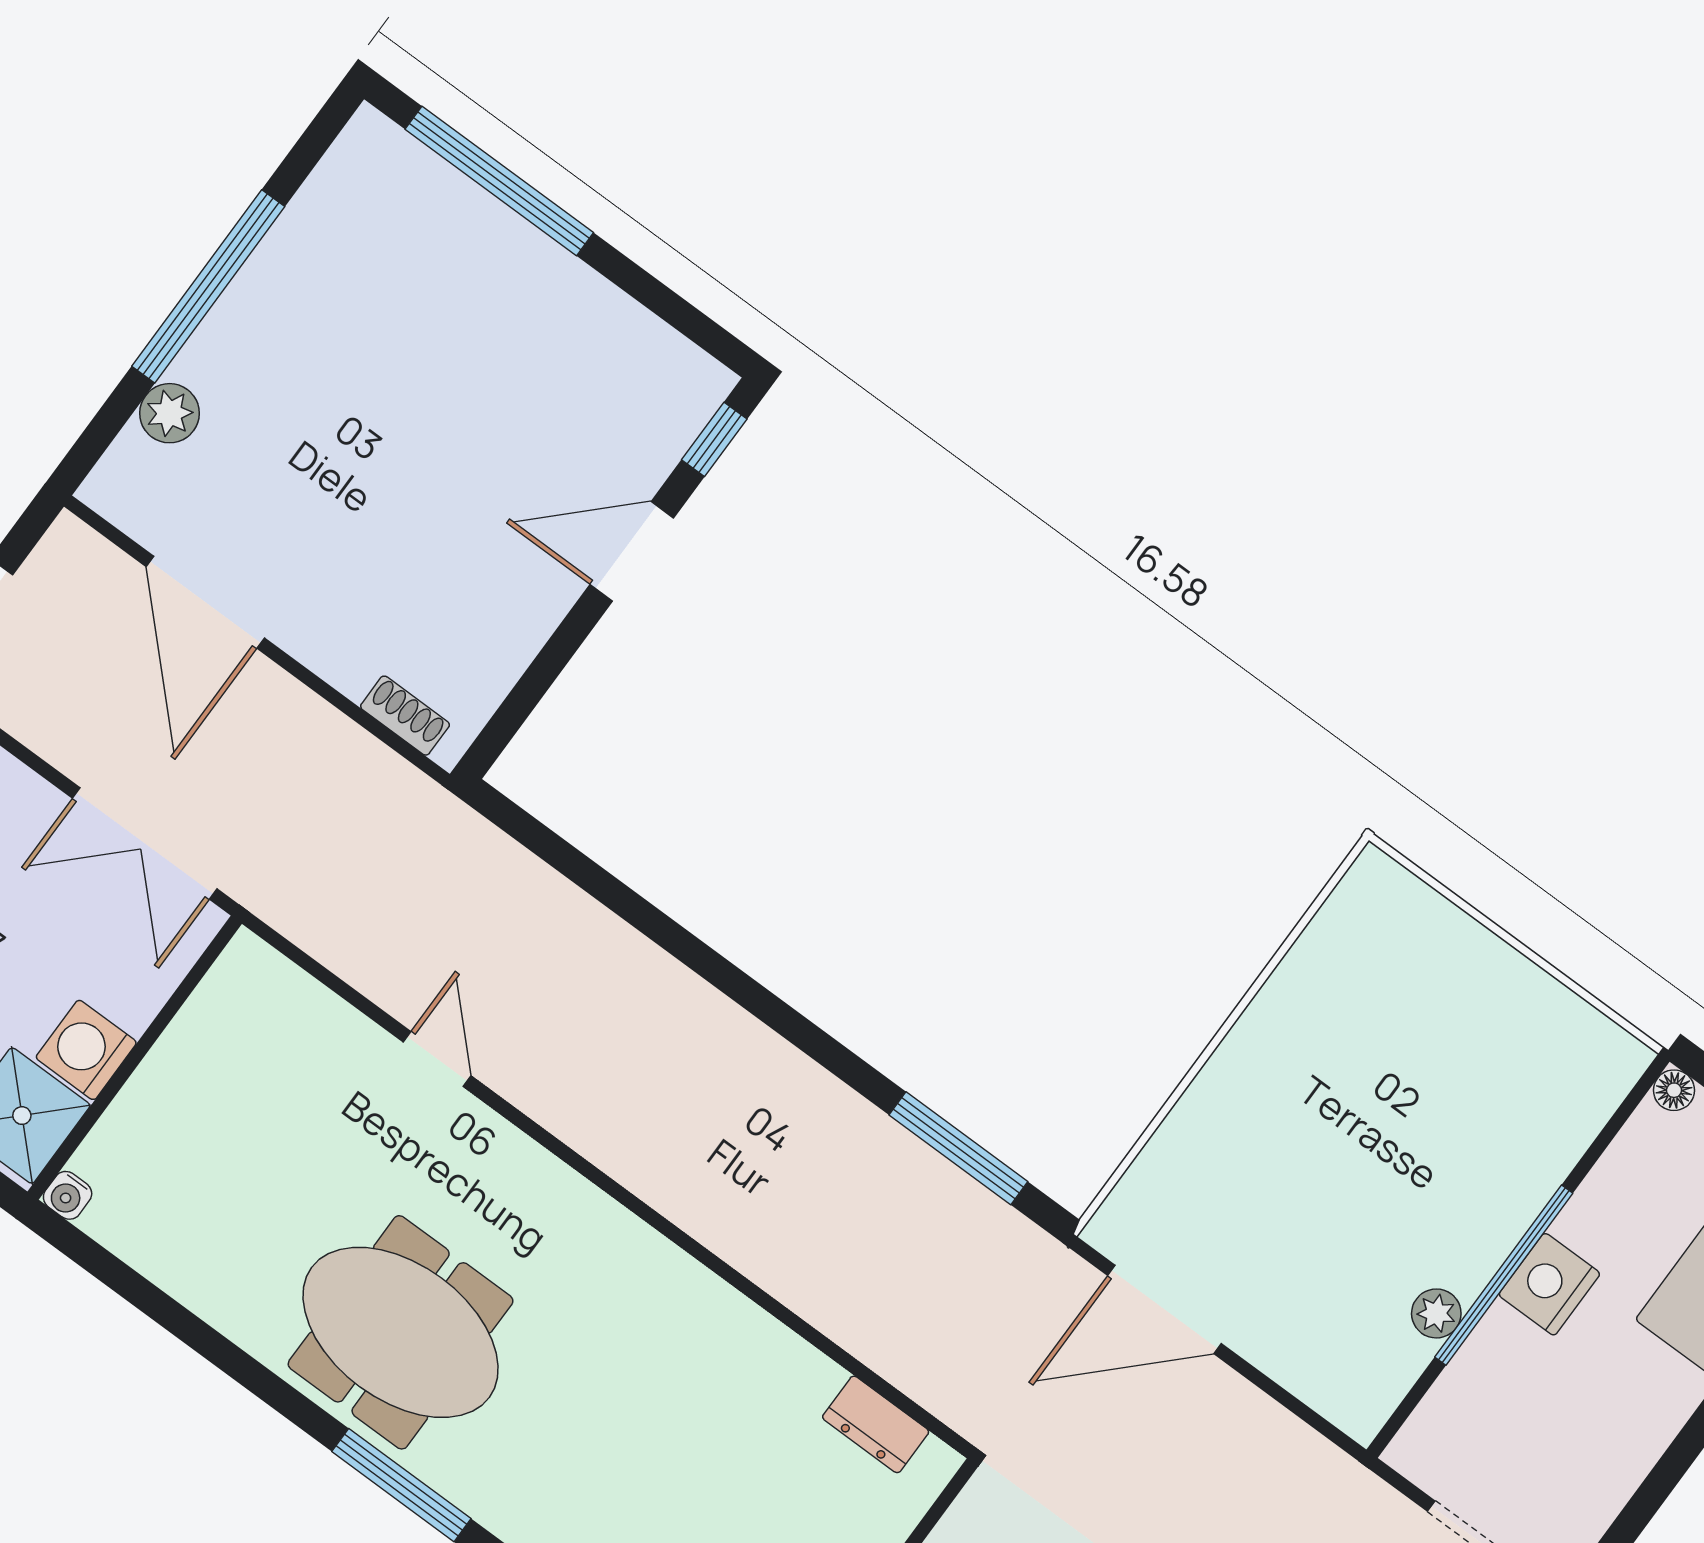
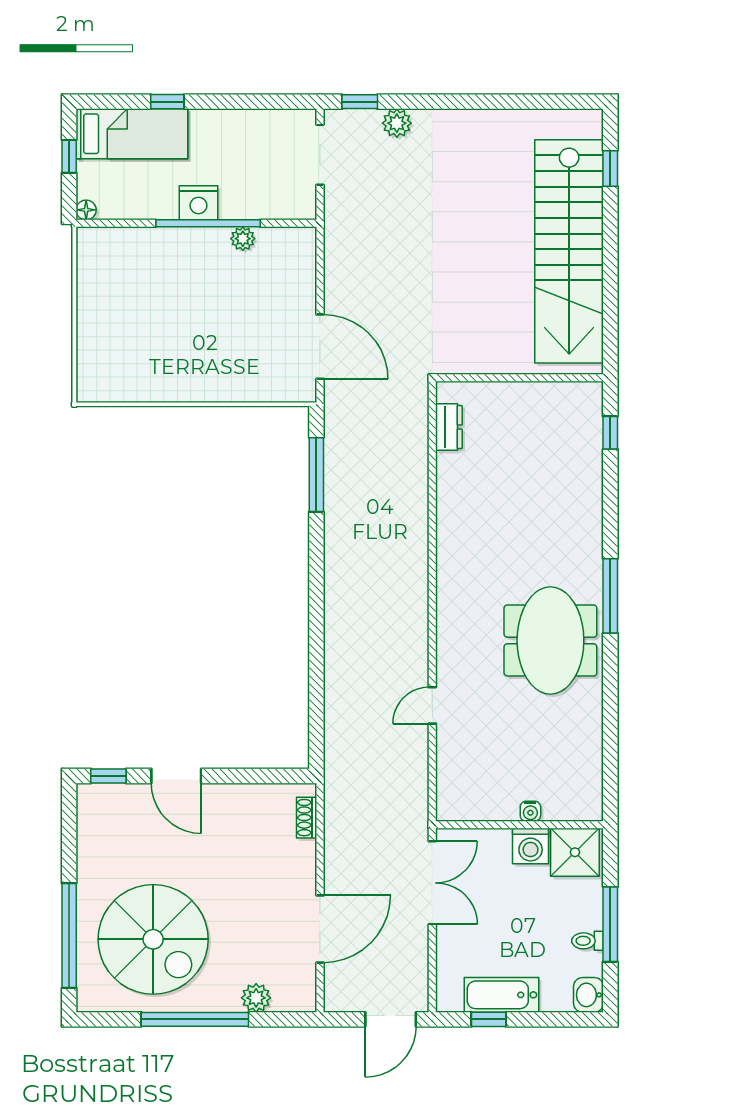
spiral stairs: (391, 315) -> (153, 939), added
water cooler: (68, 1195) -> (530, 811), moved, turned 90

